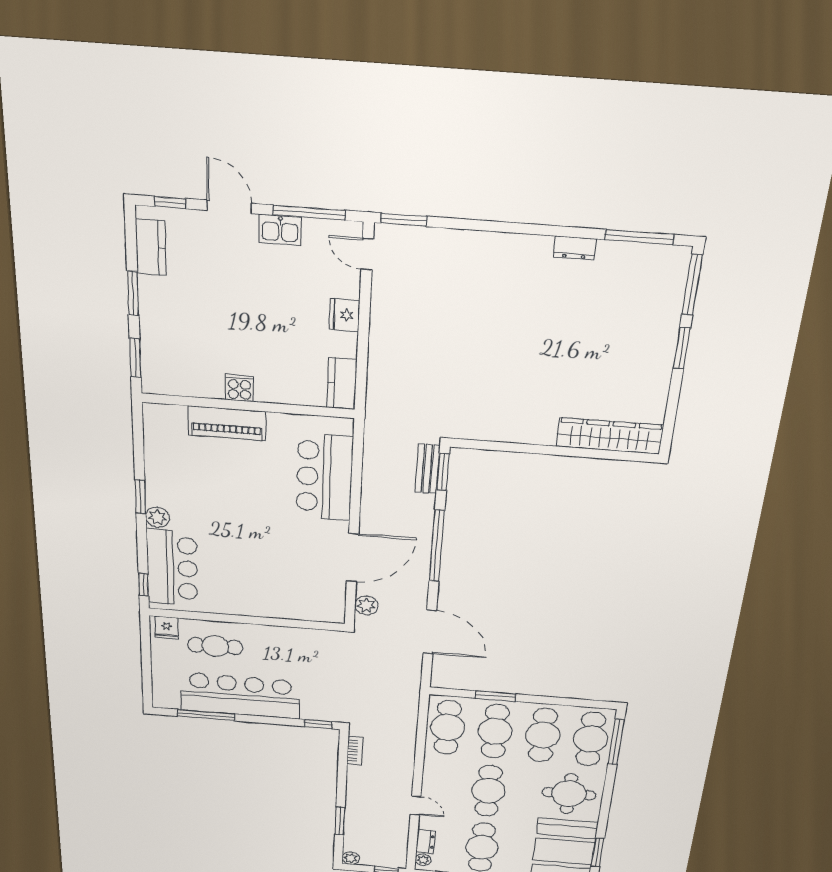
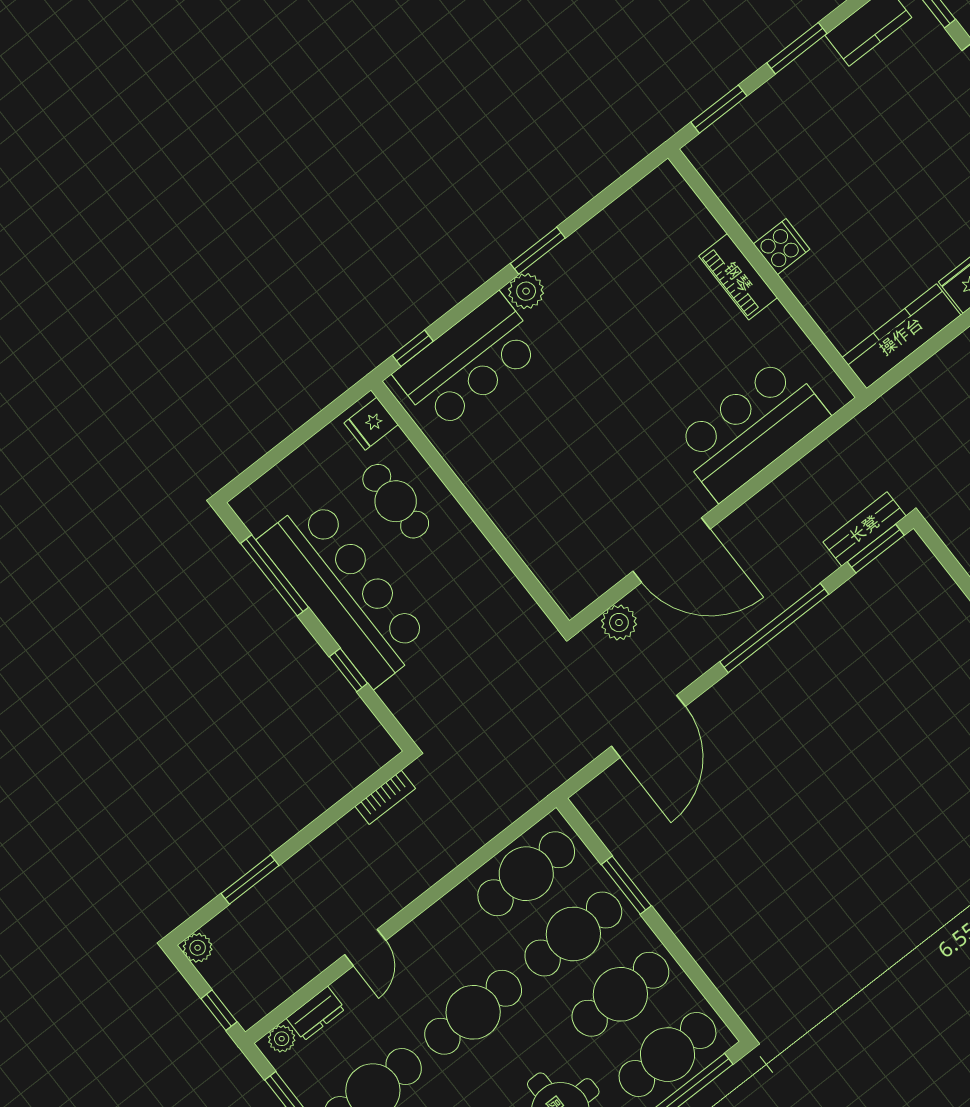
kitchen counter: (342, 384) -> (901, 336), width x1.50
piano: (227, 423) -> (738, 277), width x0.73, depth x0.75
window: (318, 724) -> (348, 670), moved

